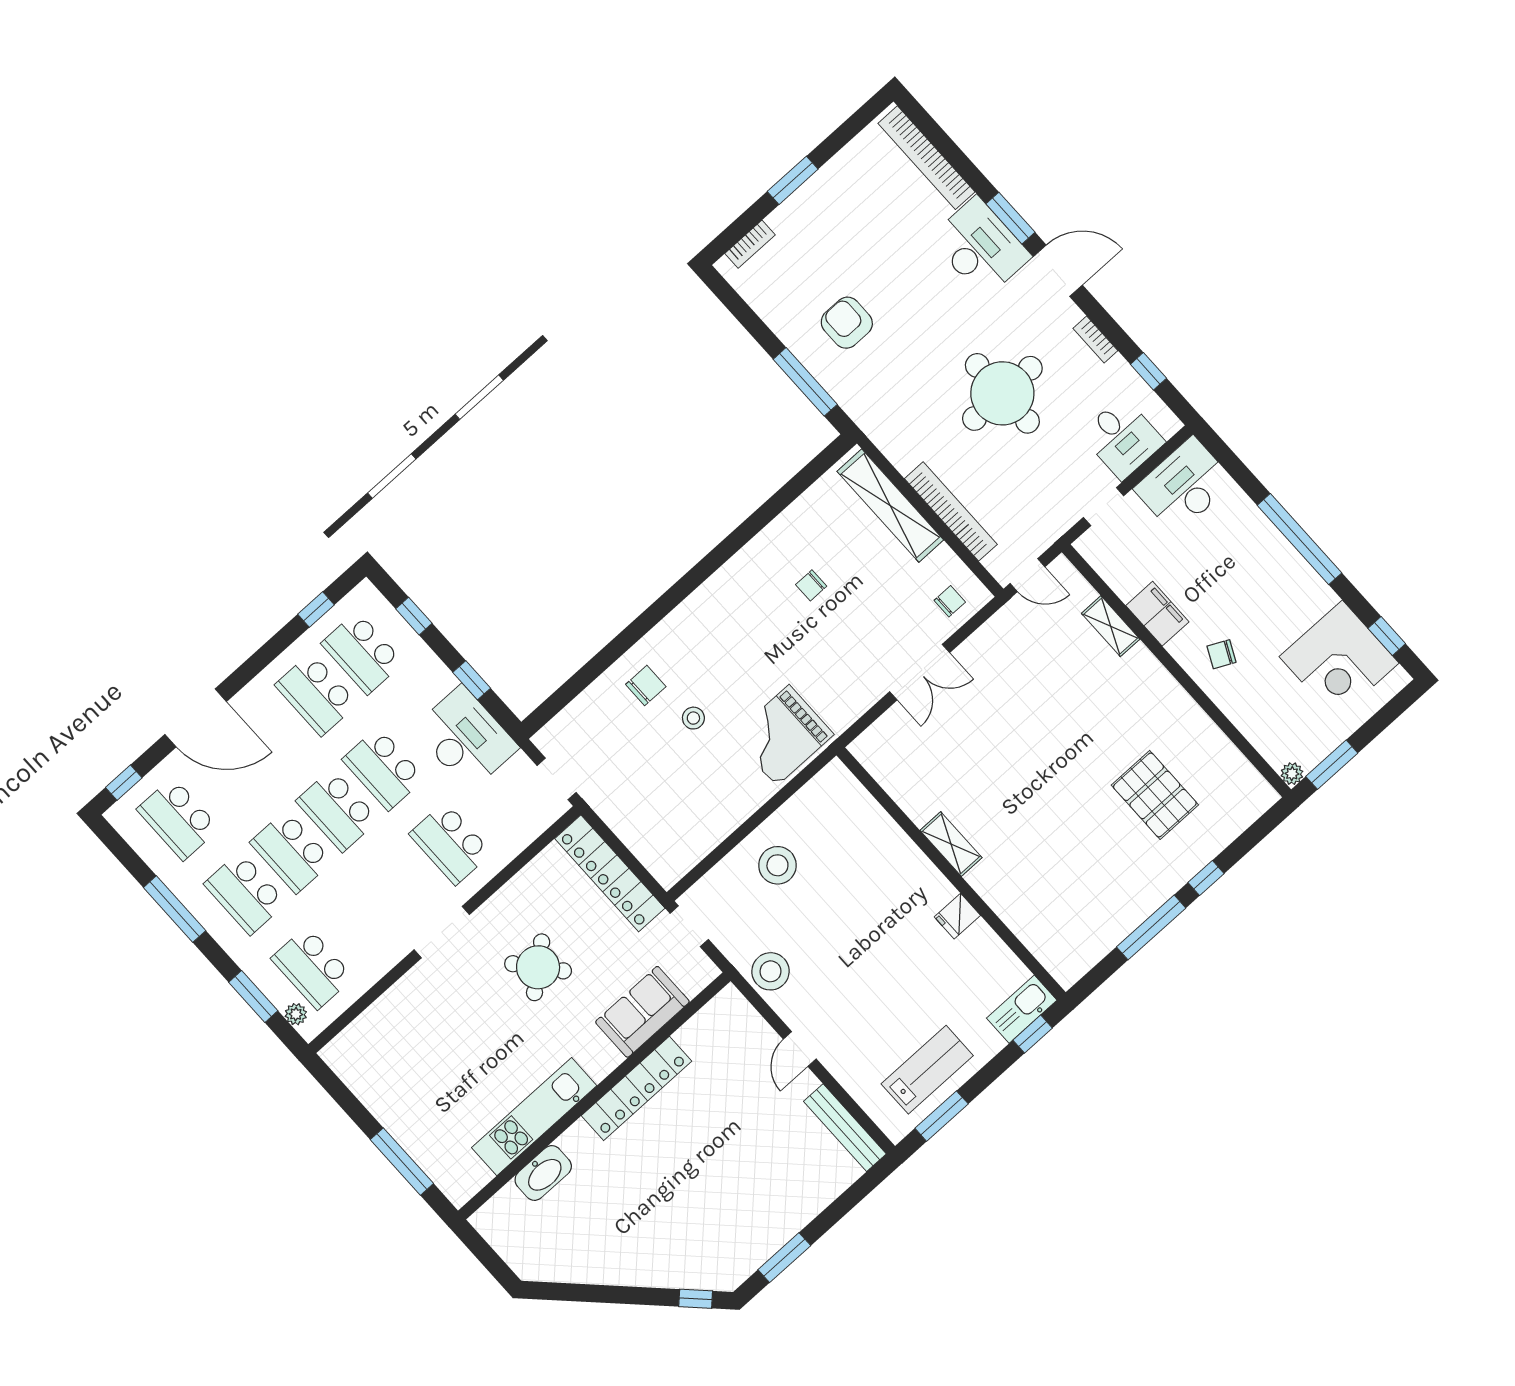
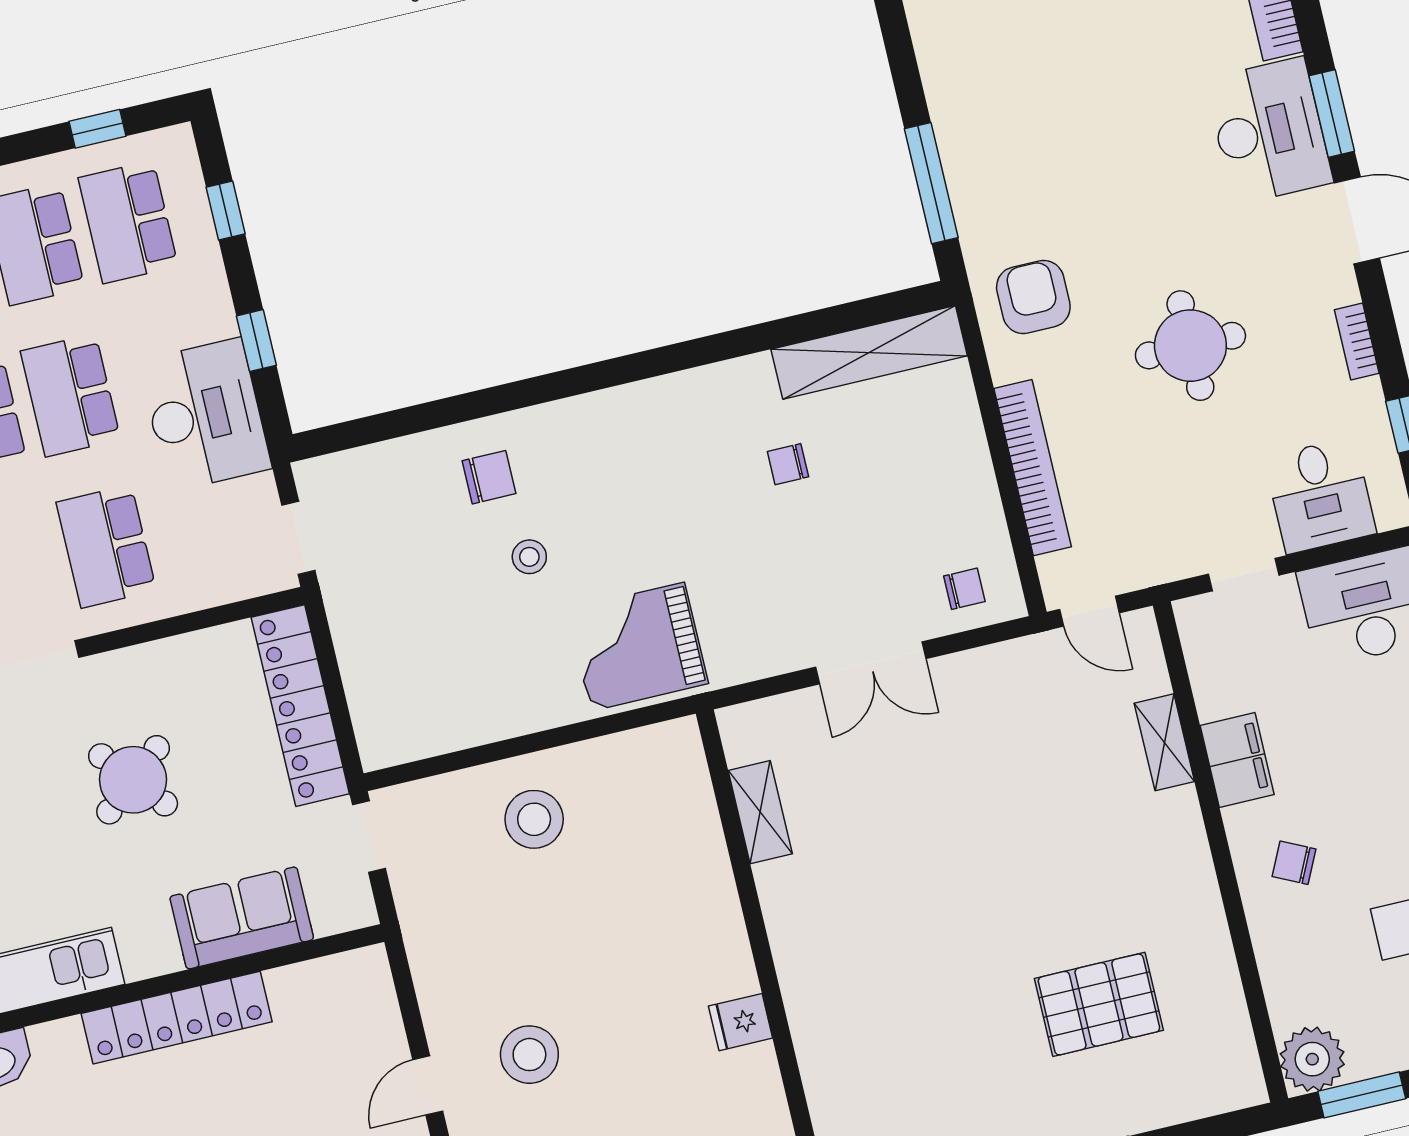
armchair: (847, 323) -> (1033, 297), moved
round table: (1002, 393) -> (1190, 346), width x0.73, depth x0.73
shelving: (890, 506) -> (869, 352), moved, turned 90
plant: (1292, 774) -> (1312, 1059), width x1.87, depth x1.87
pallet: (1155, 795) -> (1099, 1004), turned 90
shelving: (951, 844) -> (760, 812), moved
stool: (771, 971) -> (529, 1055), moved

